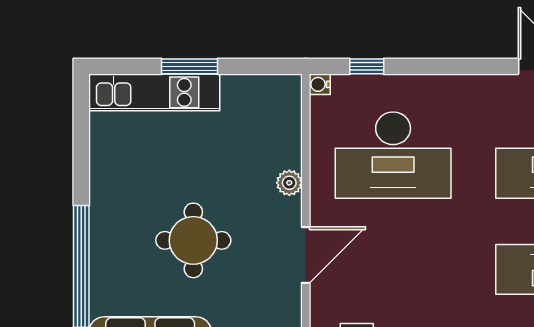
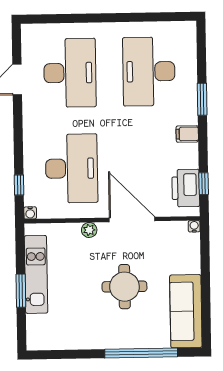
kitchen unit: (154, 92) -> (36, 274), moved
door: (306, 255) -> (132, 219), width x1.36

